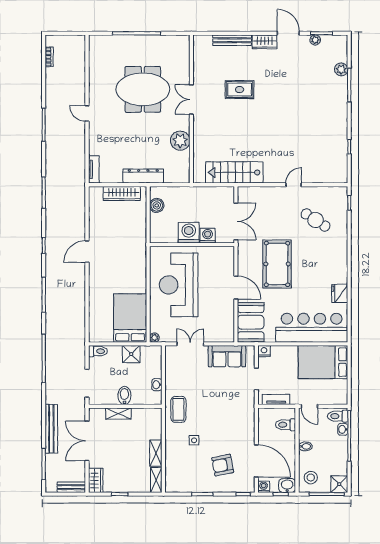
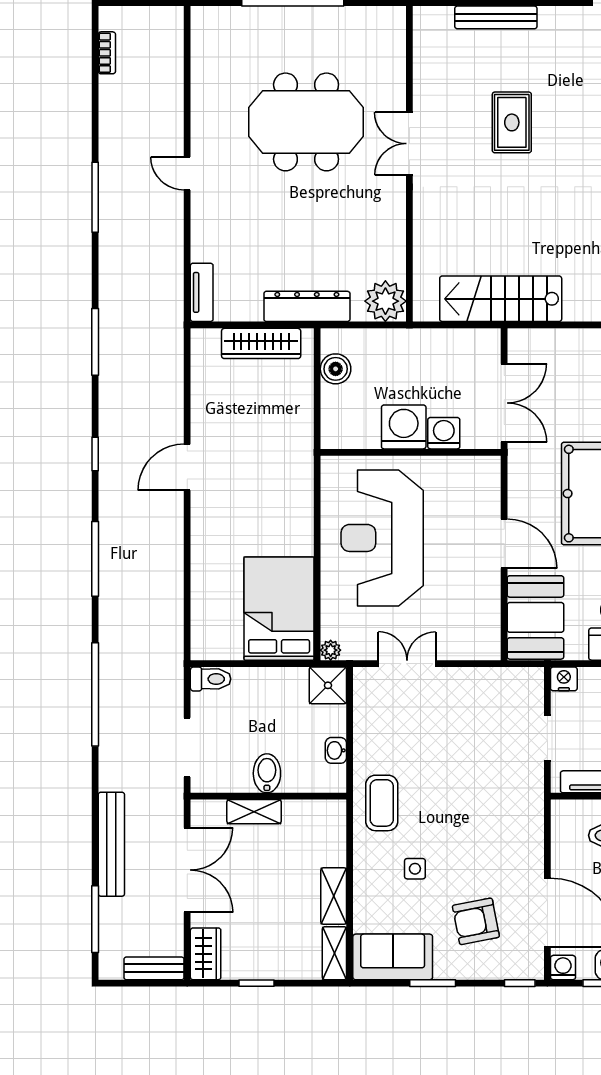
wardrobe: (265, 42) -> (565, 21), removed
rug: (240, 90) -> (512, 122), turned 90
plant: (180, 141) -> (385, 301), moved
shower: (131, 354) -> (328, 685), moved
sofa: (227, 356) -> (393, 957), moved, turned 180
double door: (87, 441) -> (187, 870), swing flipped

